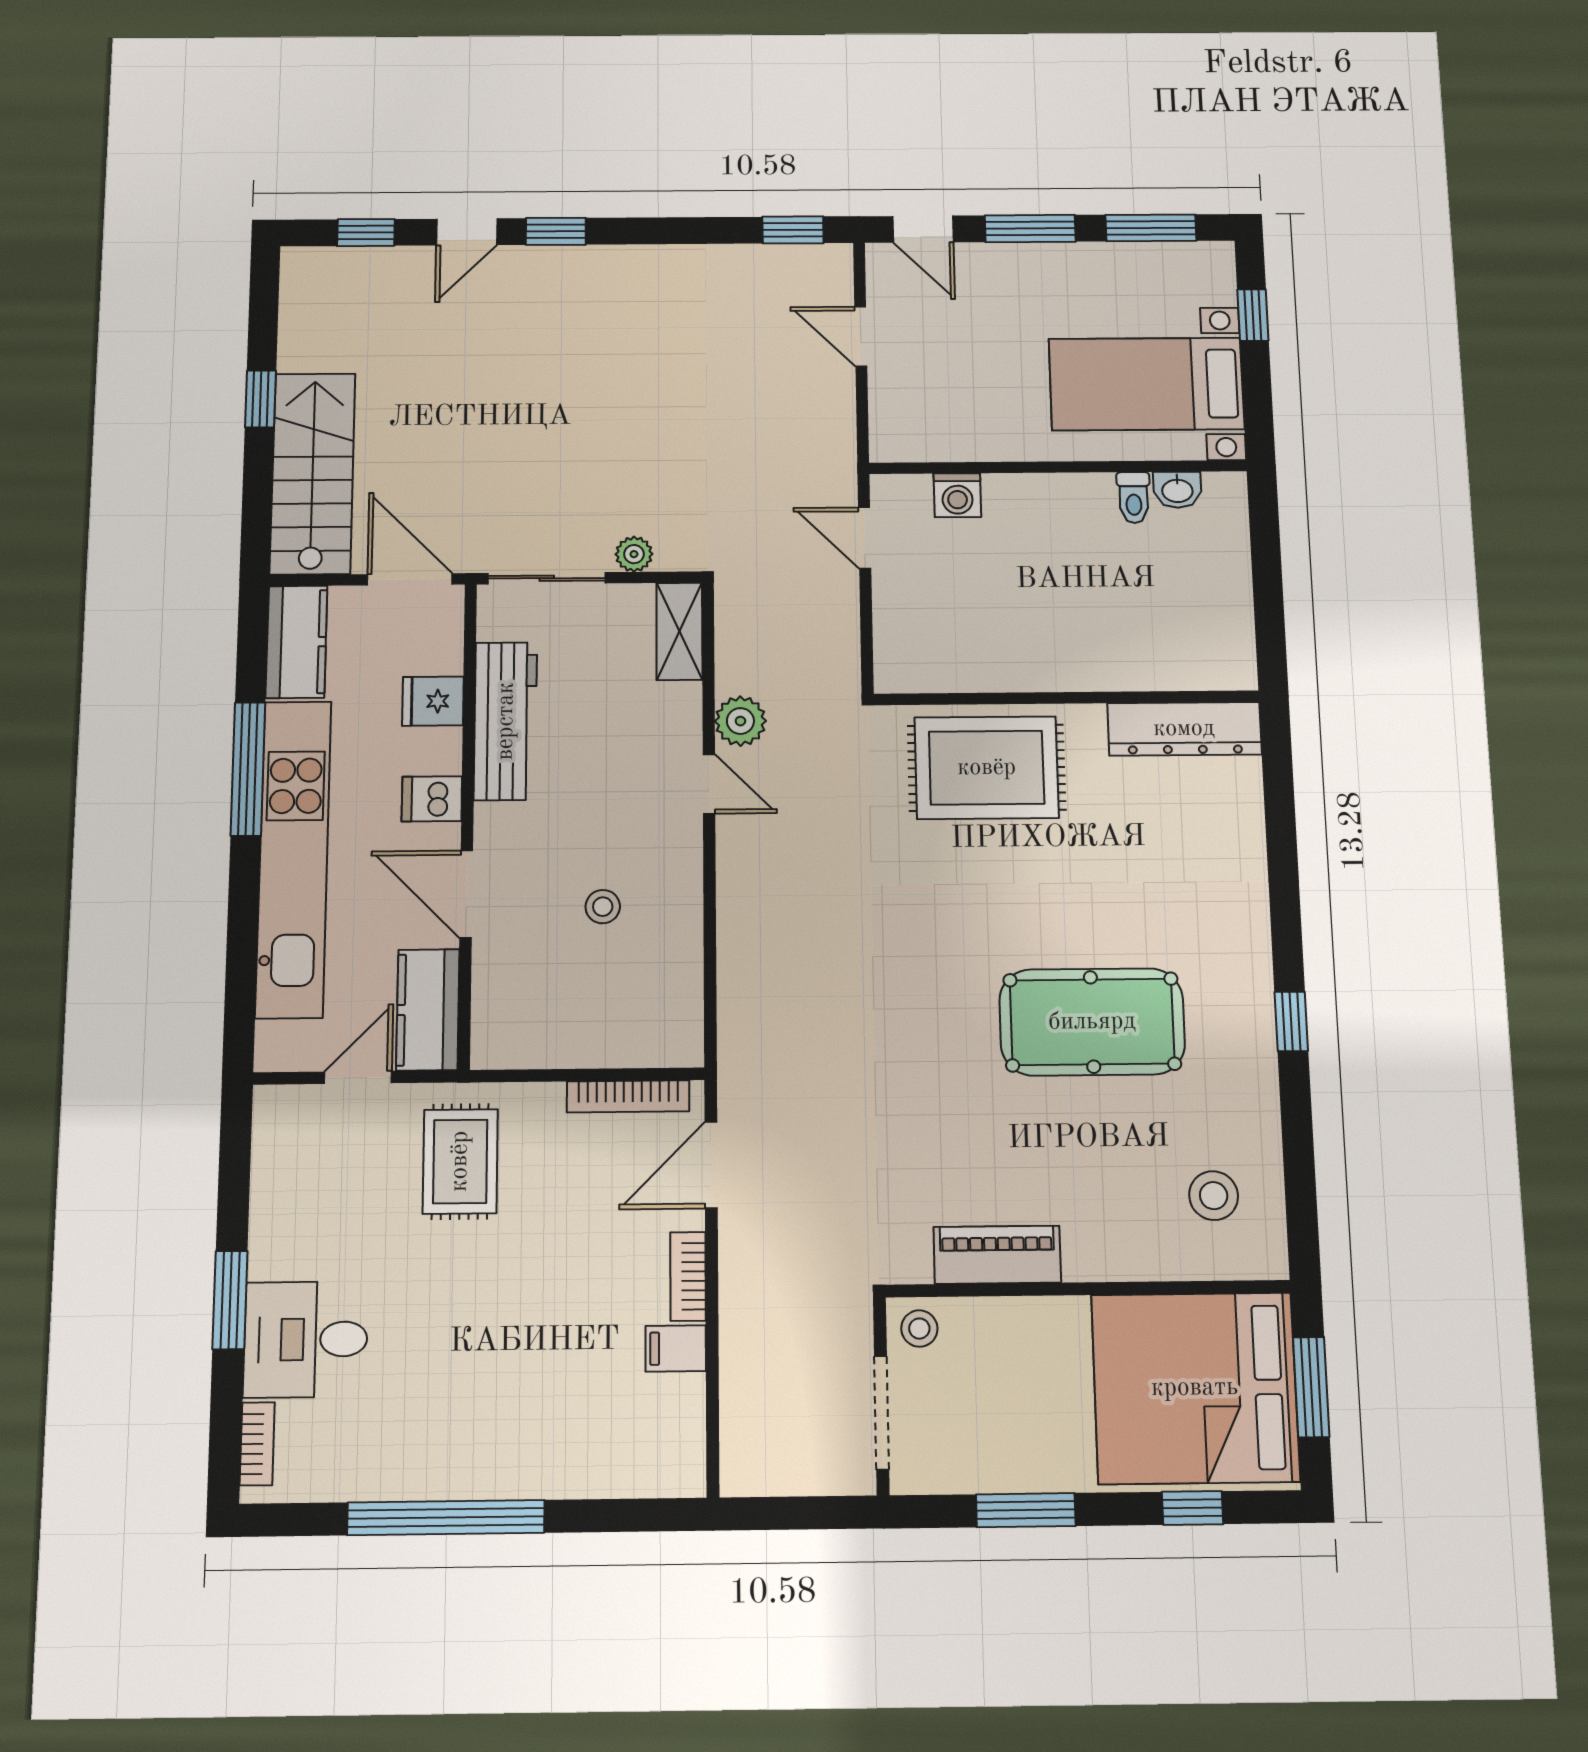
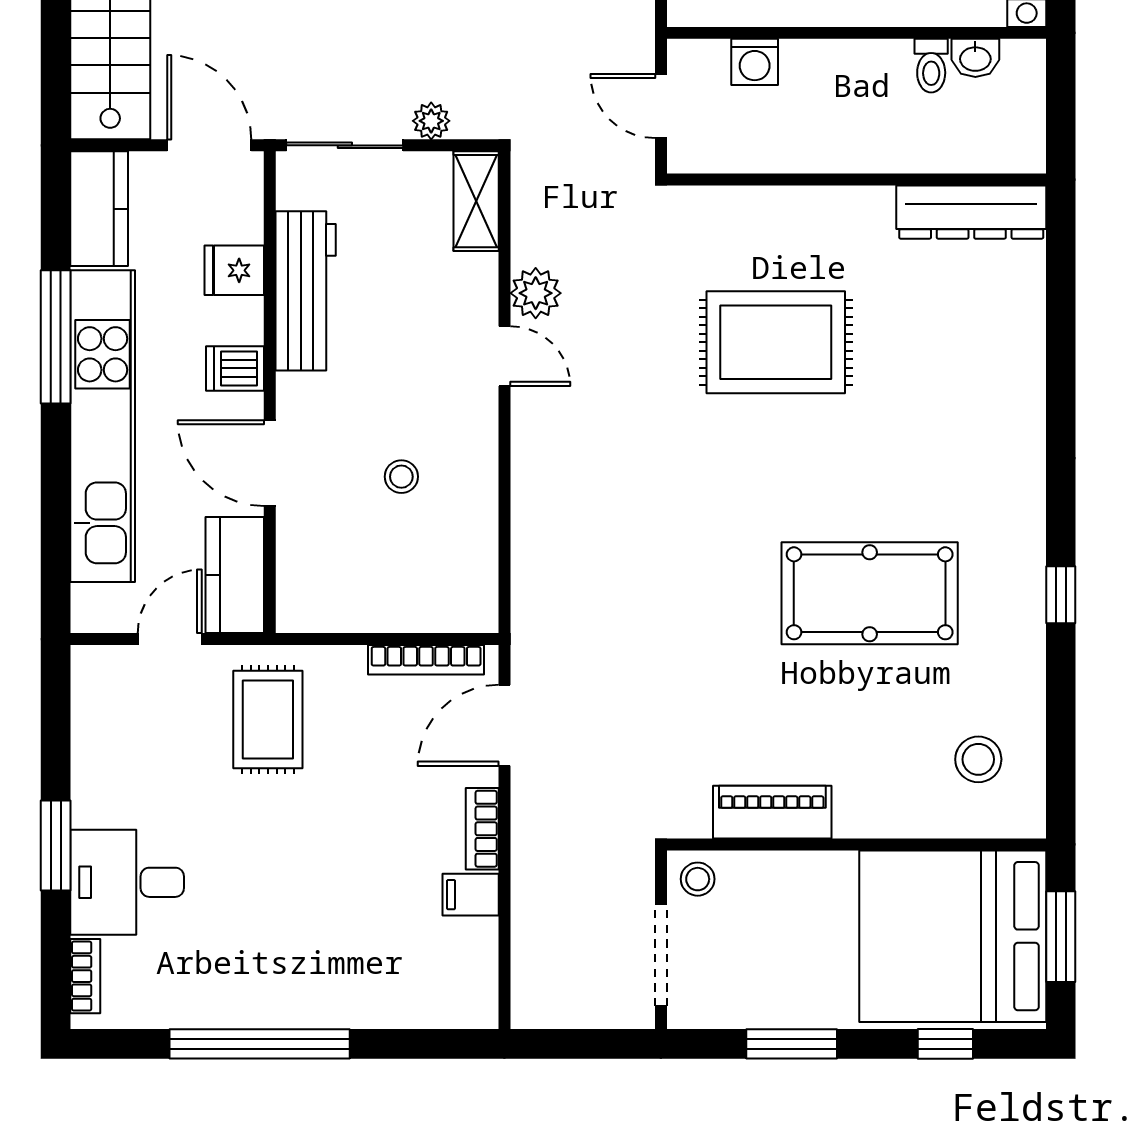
wall: (1066, 698) -> (856, 180), moved
dresser: (1184, 729) -> (971, 212), moved

